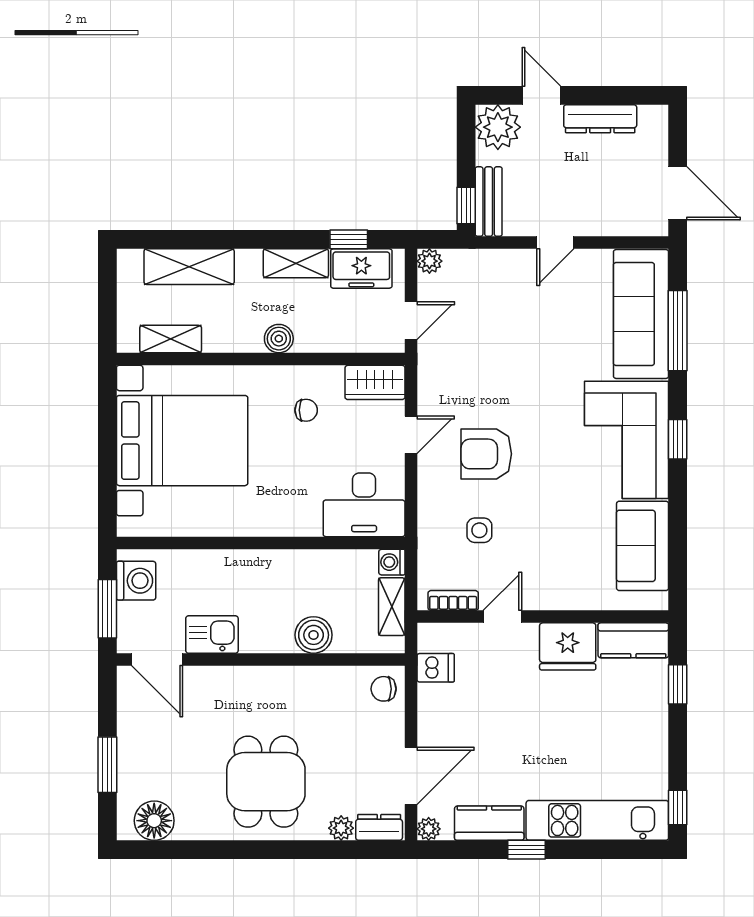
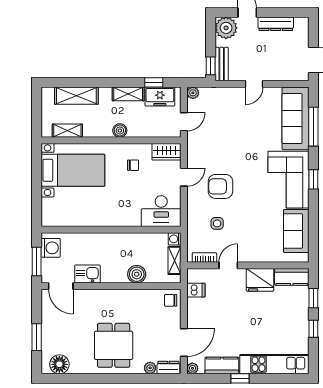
bed with nightstands: (182, 441) -> (73, 170), width x0.73
window: (678, 807) -> (313, 329), moved

